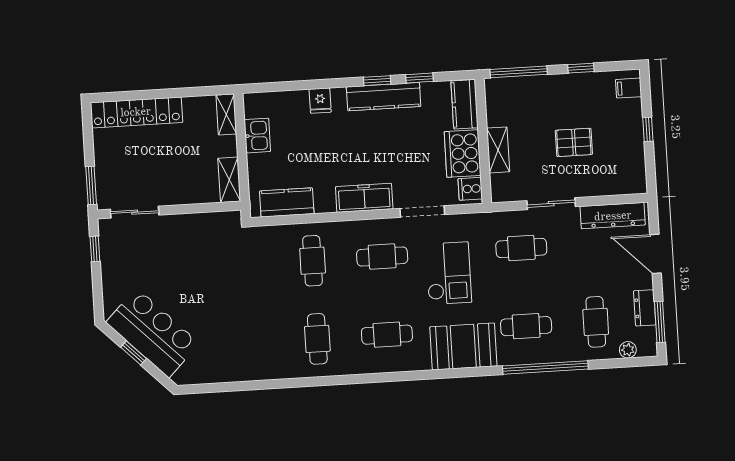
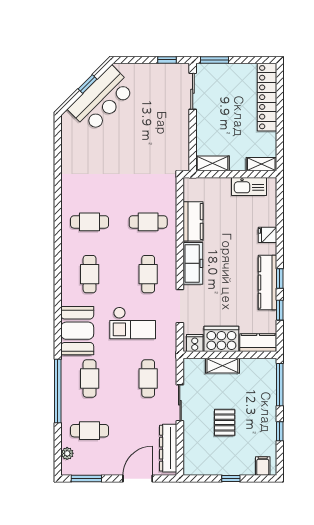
kitchen sink: (257, 136) -> (249, 186), width x1.38
kitchen counter: (287, 202) -> (193, 221), moved
dresser: (645, 308) -> (98, 468), removed

